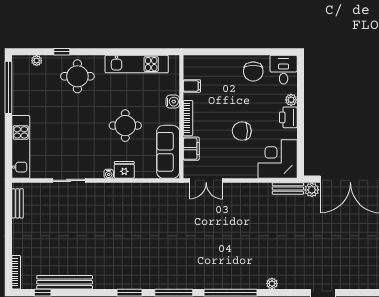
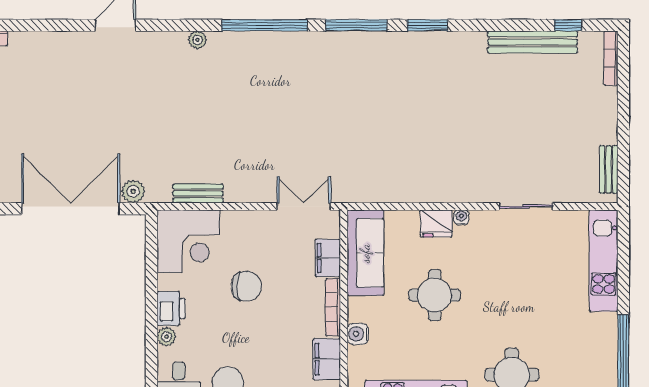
filing cabinet: (192, 86) -> (327, 359), width x2.00
bench: (288, 188) -> (198, 193), moved

